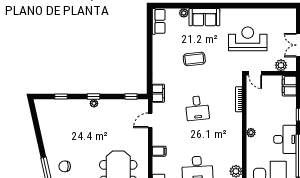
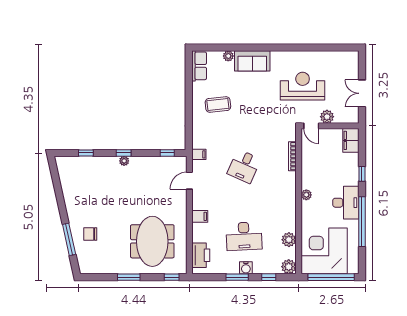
coffee table: (194, 59) -> (218, 104), moved
plant: (281, 65) -> (327, 117), moved
filing cabinet: (158, 93) -> (199, 154), width x0.50
desk: (197, 108) -> (244, 166), turned 30

